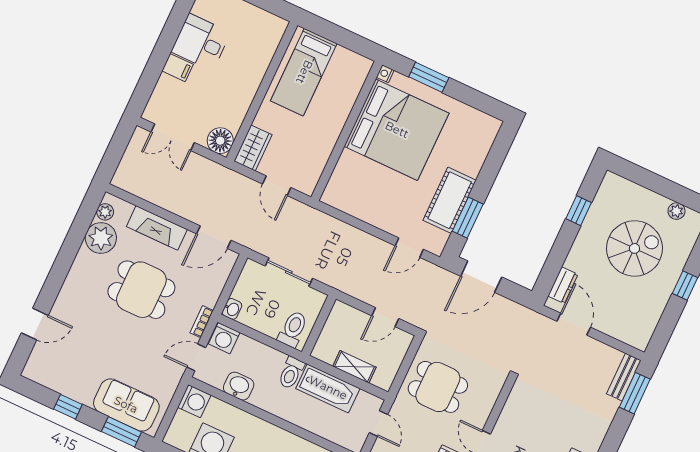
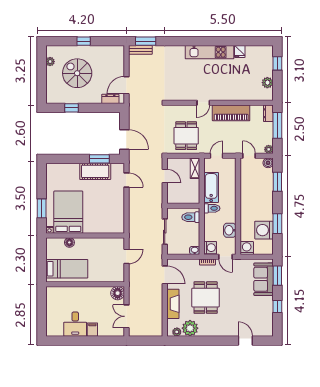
floor lamp: (347, 98) -> (69, 242), added
bed: (397, 130) -> (68, 212), width x0.73
double door: (173, 137) -> (126, 316), swing flipped
wardrobe: (253, 148) -> (114, 276), removed
shelving: (354, 367) -> (195, 168), moved

